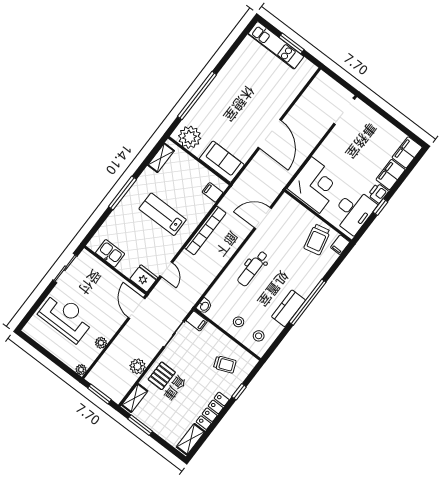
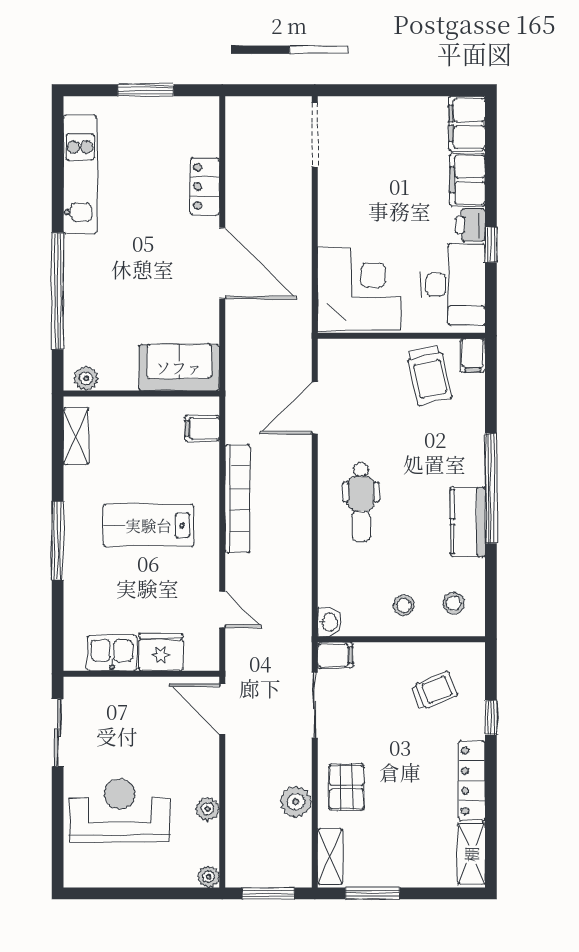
kitchen unit: (276, 45) -> (80, 174), moved, turned -90
locker: (286, 99) -> (205, 186), added
plant: (190, 137) -> (86, 378), width x0.53, depth x0.53
fridge: (144, 278) -> (161, 652), moved

